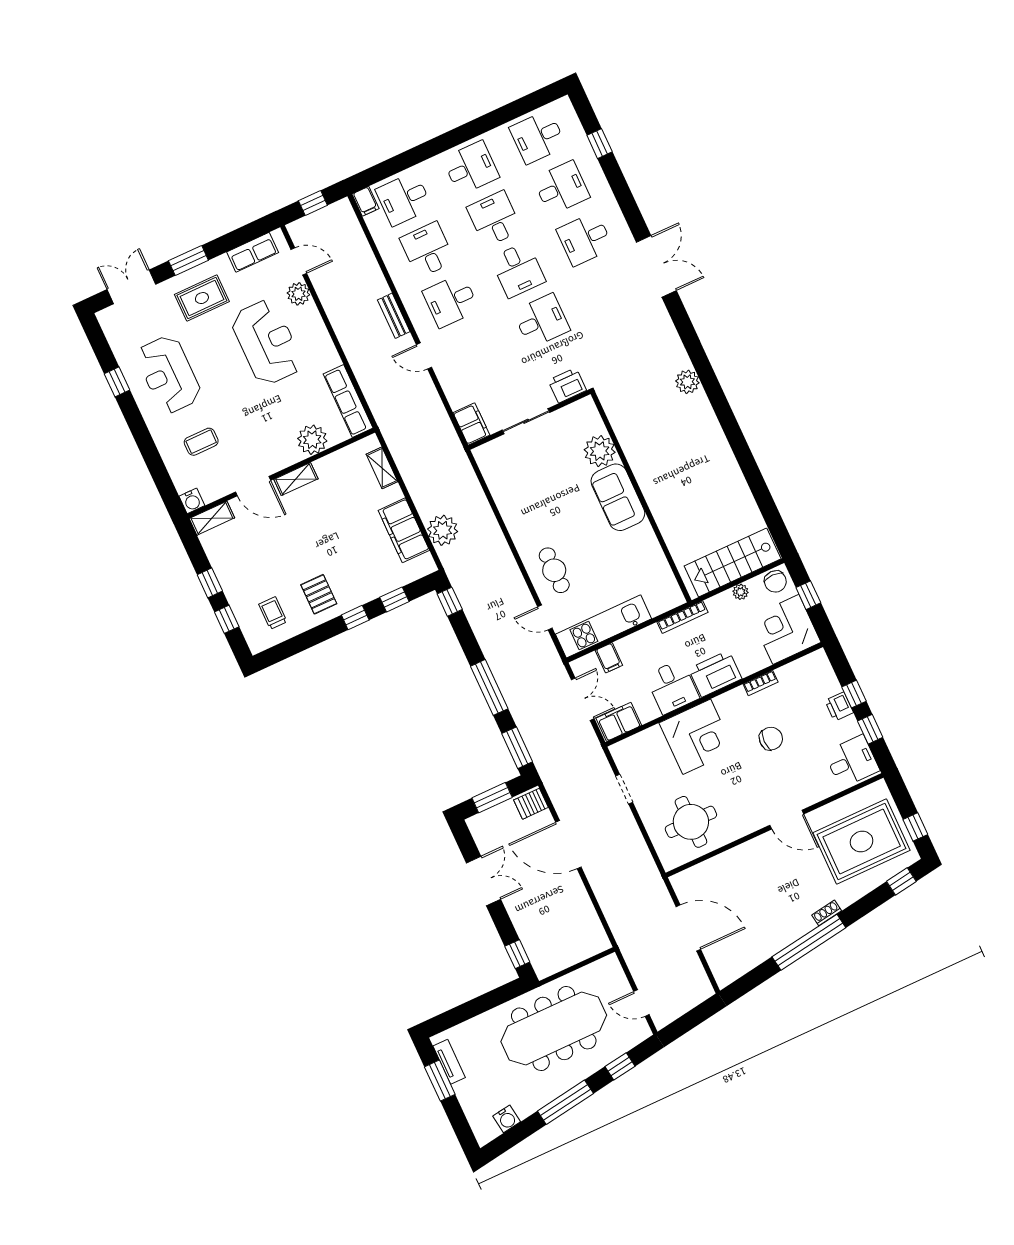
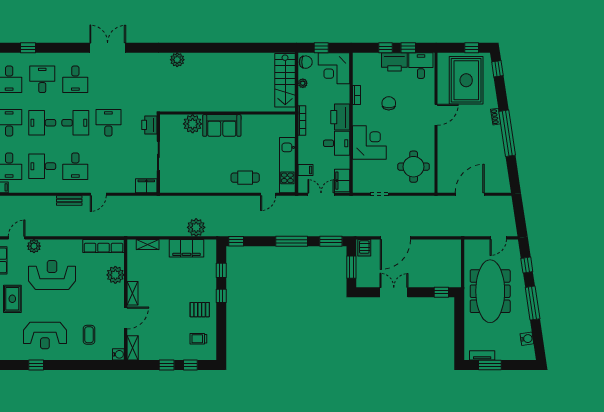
printer: (839, 707) -> (394, 62), width x1.87, depth x1.48

